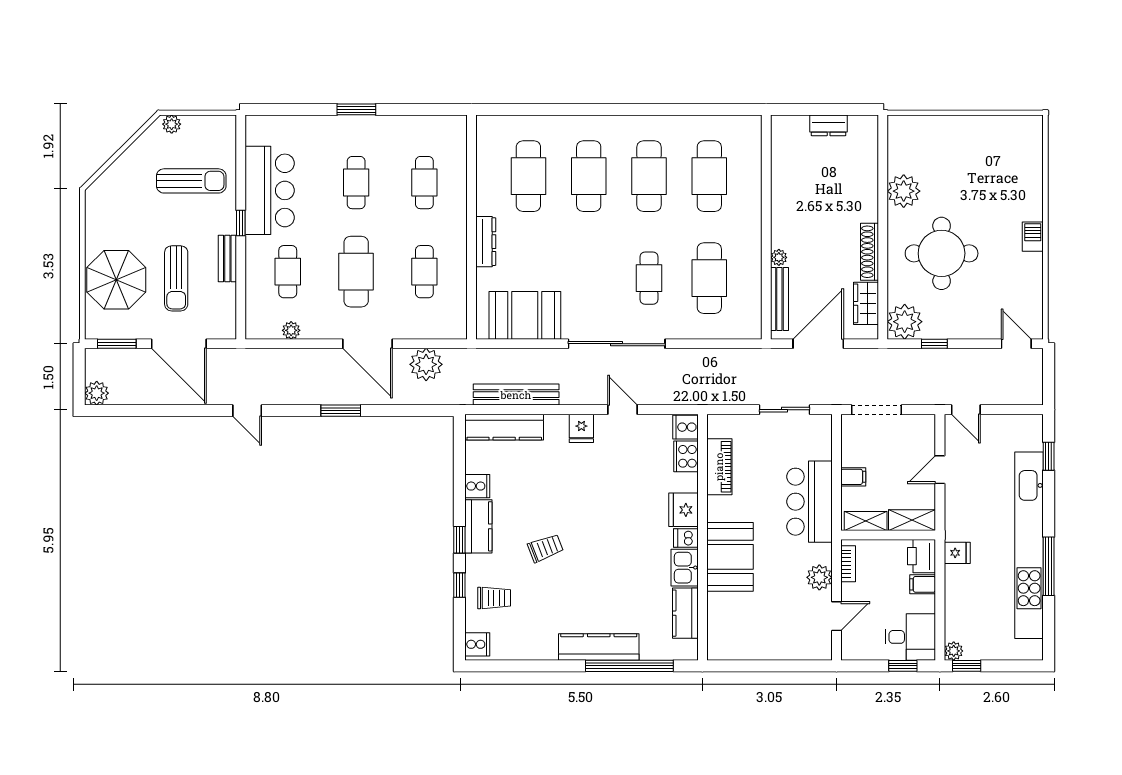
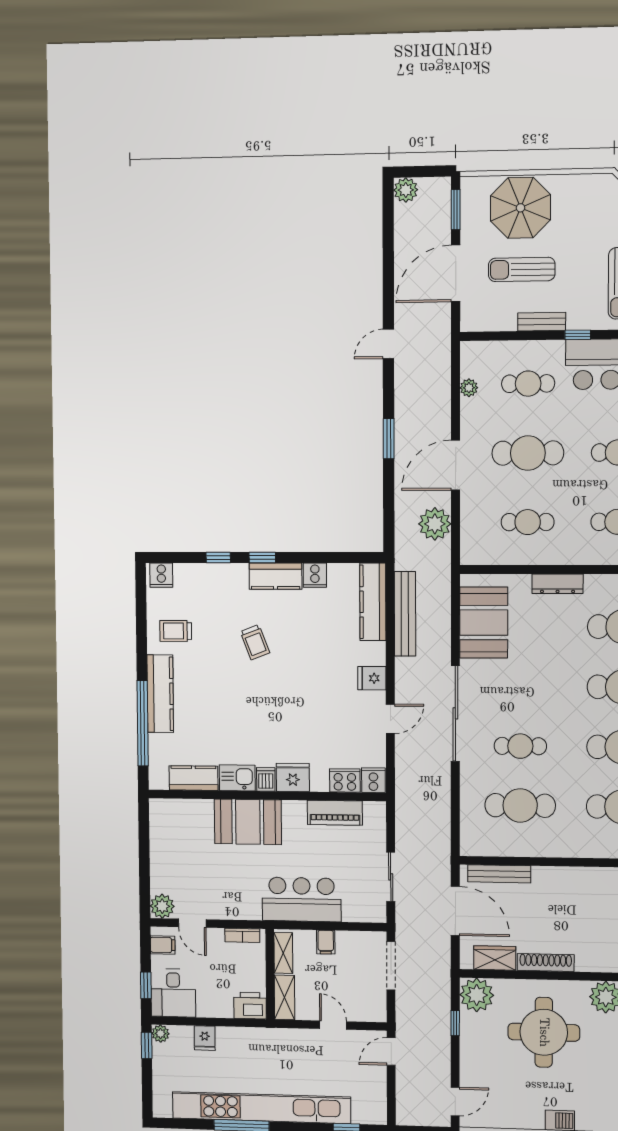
plant: (779, 257) -> (540, 874), removed
fridge: (957, 553) -> (205, 1038), moved
plant: (819, 577) -> (162, 906), moved
filing cabinet: (923, 584) -> (163, 945), moved, turned 90
trolley: (494, 598) -> (176, 631), moved, turned 90

